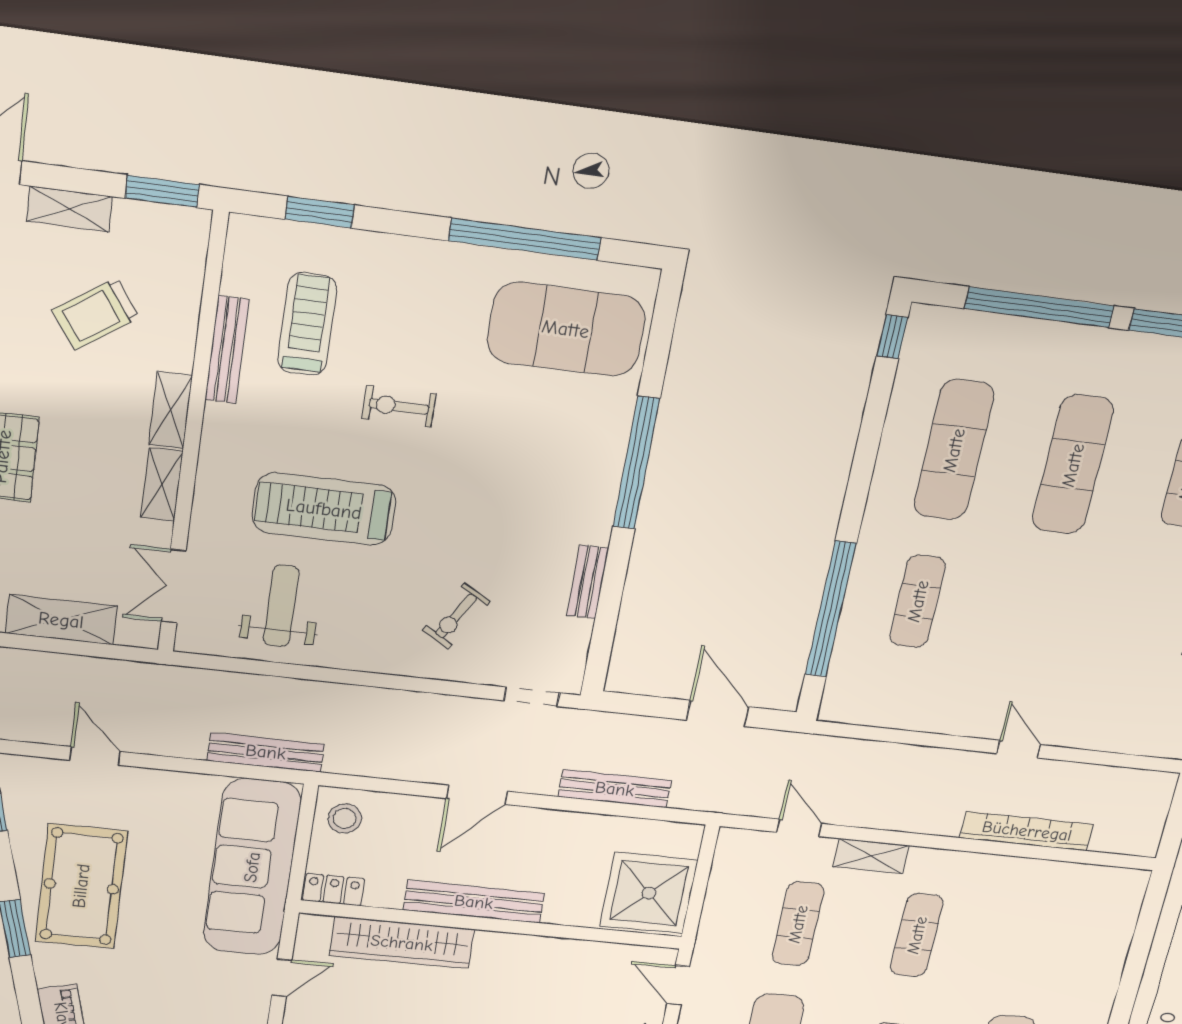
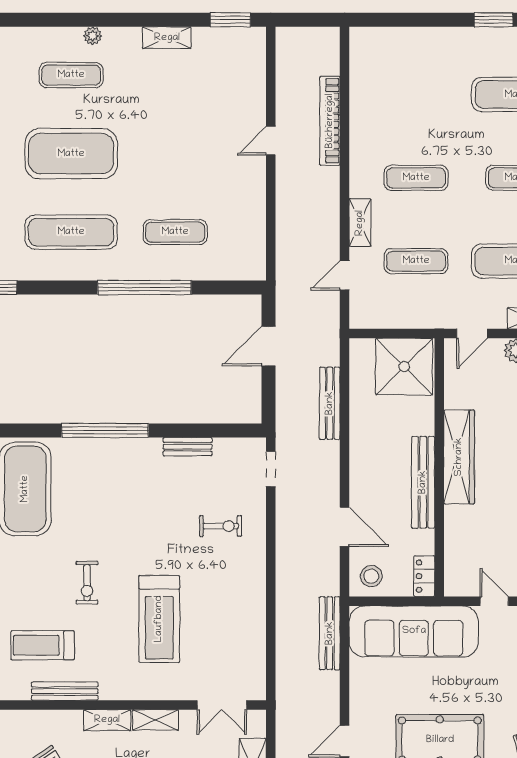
exercise mat: (1073, 465) -> (71, 154), width x1.47
weight bench: (281, 606) -> (227, 637), removed
window: (831, 609) -> (144, 287), moved
exercise bike: (456, 616) -> (221, 526), turned -31
door: (477, 795) -> (345, 527), moved
wardrobe: (402, 943) -> (459, 457), moved

